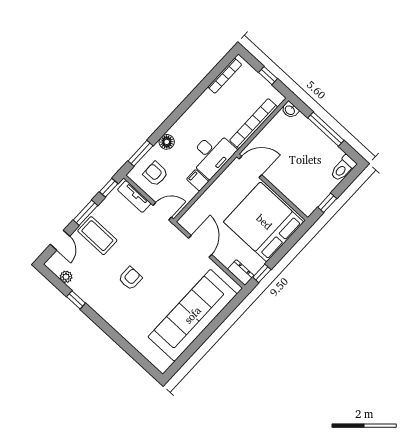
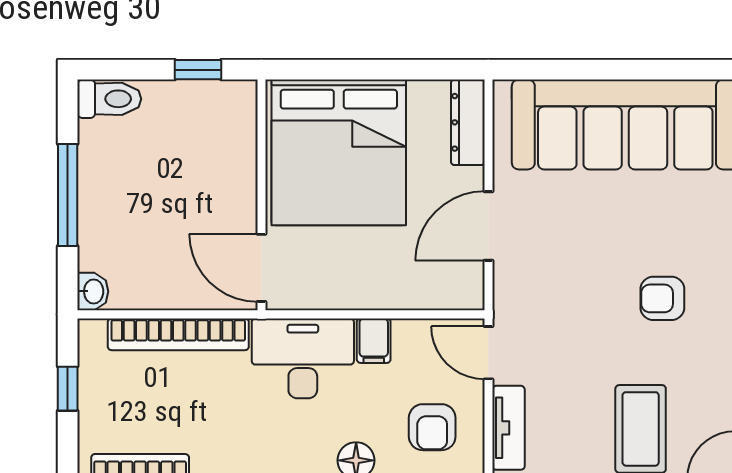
dresser: (241, 272) -> (468, 122), width x1.44
window: (262, 273) -> (434, 70), removed

